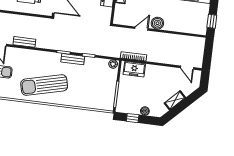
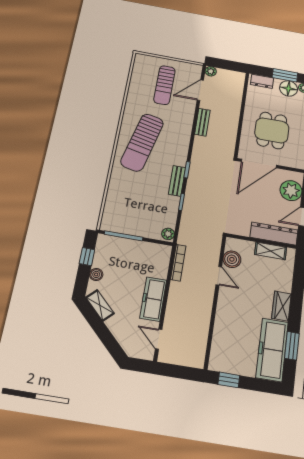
boiler: (157, 23) -> (232, 259), moved
door: (187, 68) -> (159, 339), hinge flipped
freezer: (134, 69) -> (153, 299), moved, width x1.40
sun lounger: (44, 85) -> (142, 142), turned -153
shelving: (175, 100) -> (100, 305), moved

